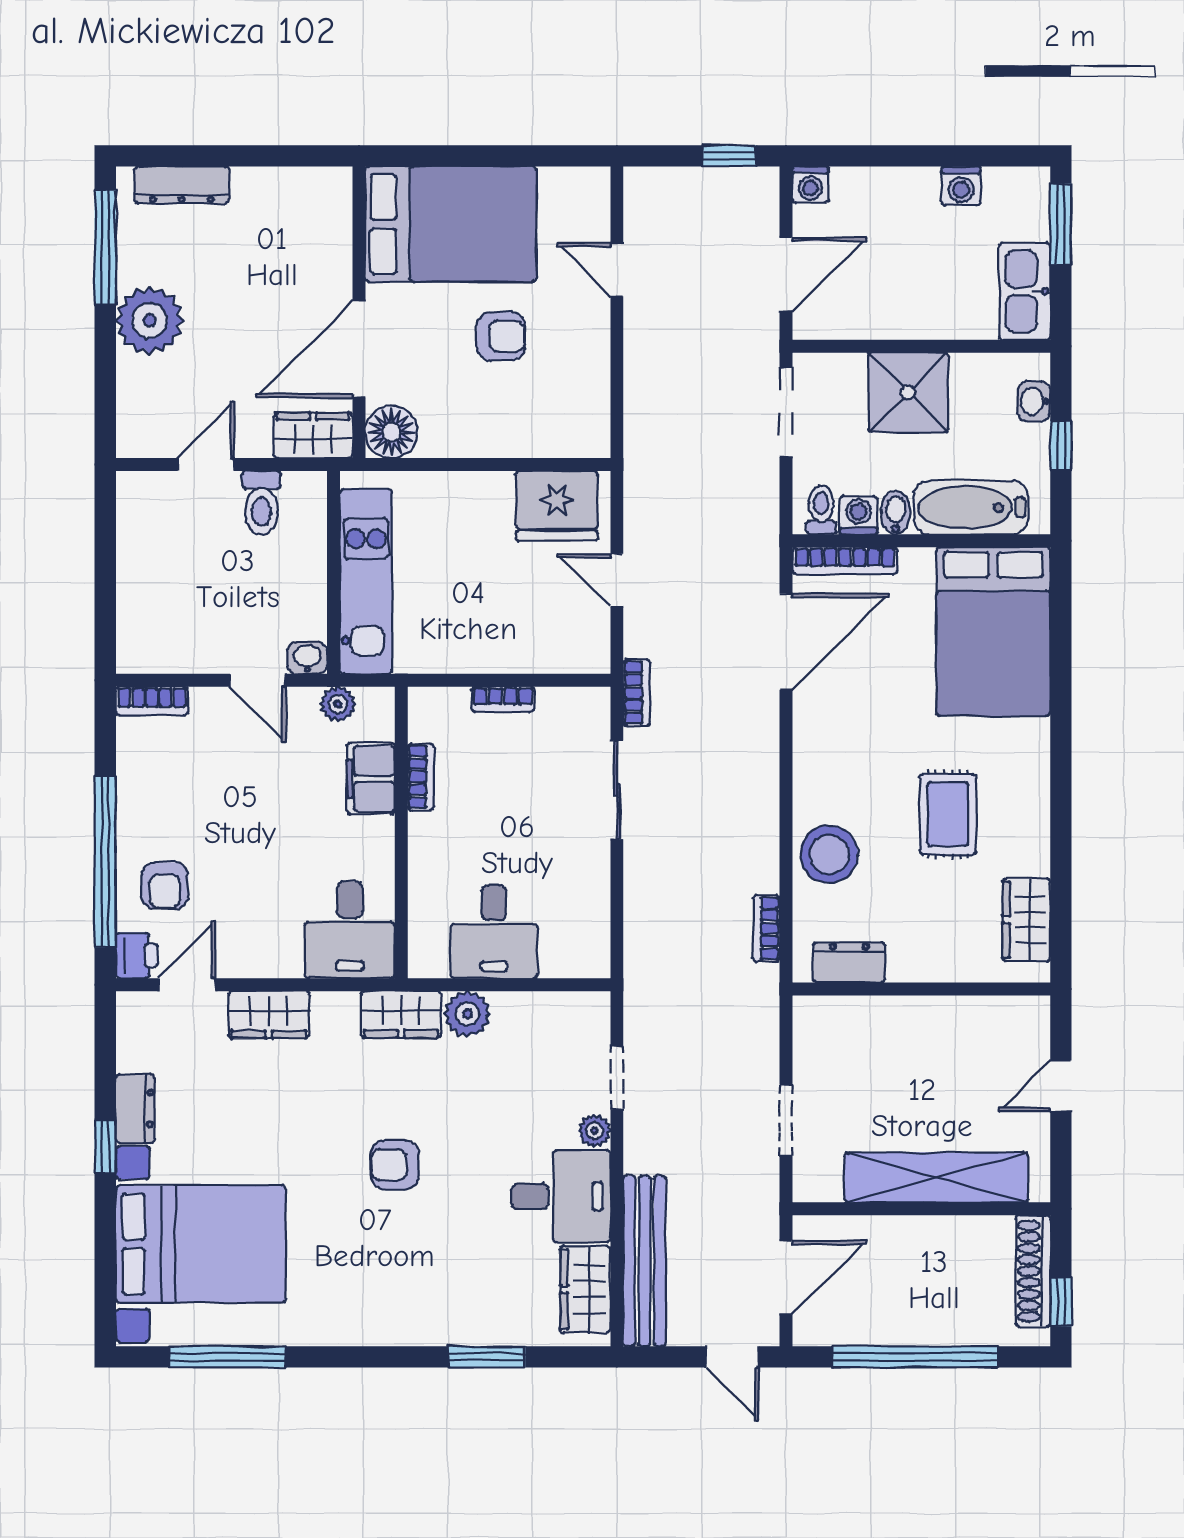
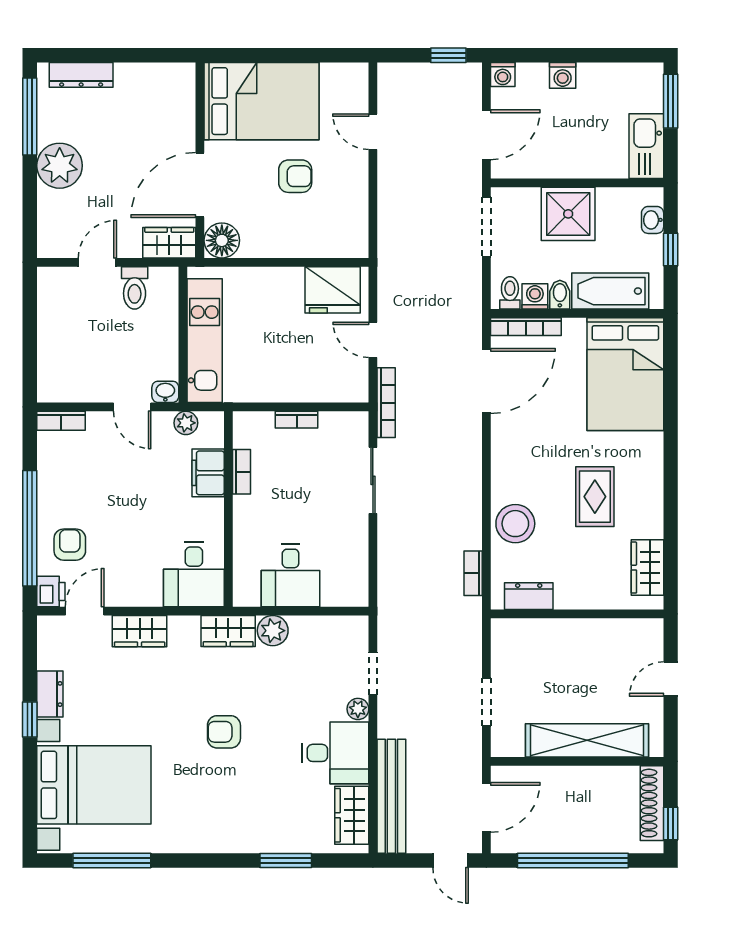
washing machine: (961, 186) -> (563, 75), moved
bookcase: (637, 693) -> (386, 403), width x1.56
armchair: (165, 886) -> (70, 545), turned 180

